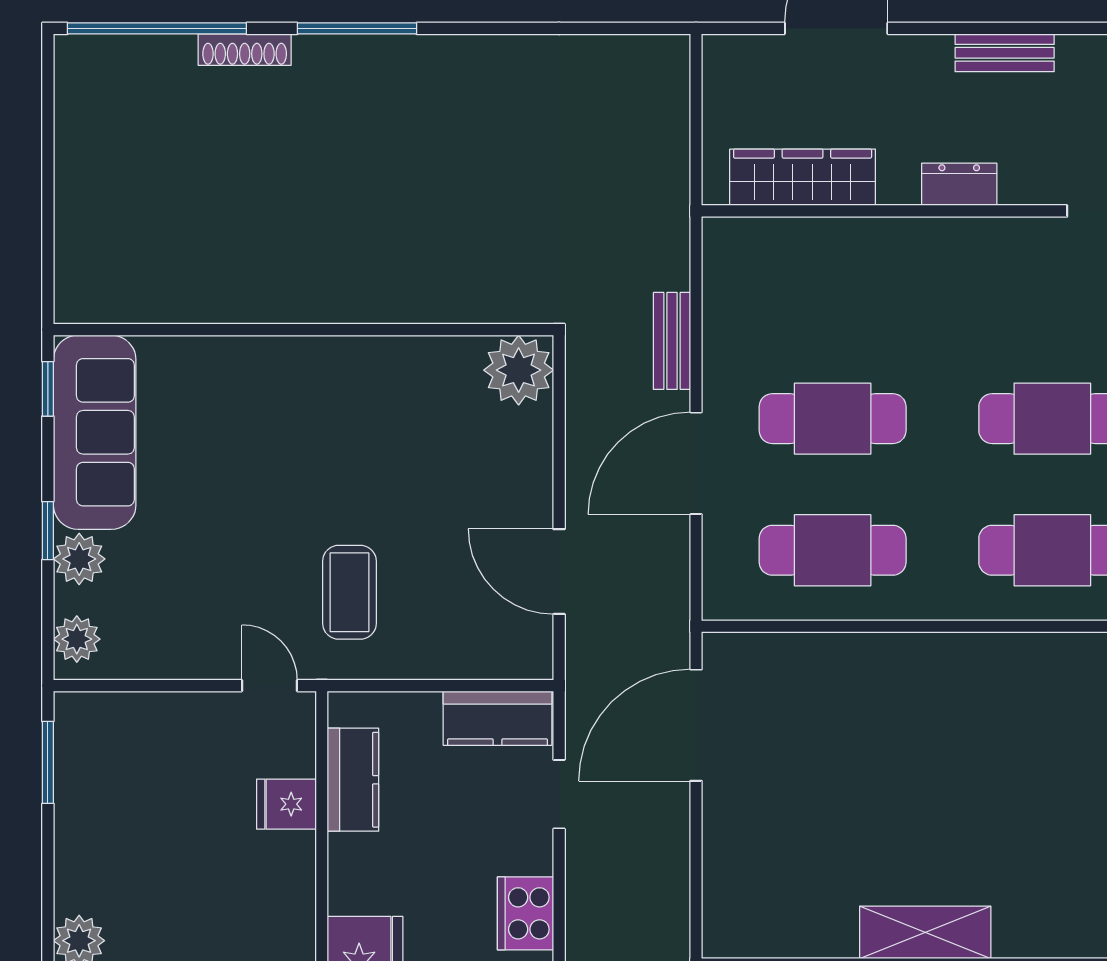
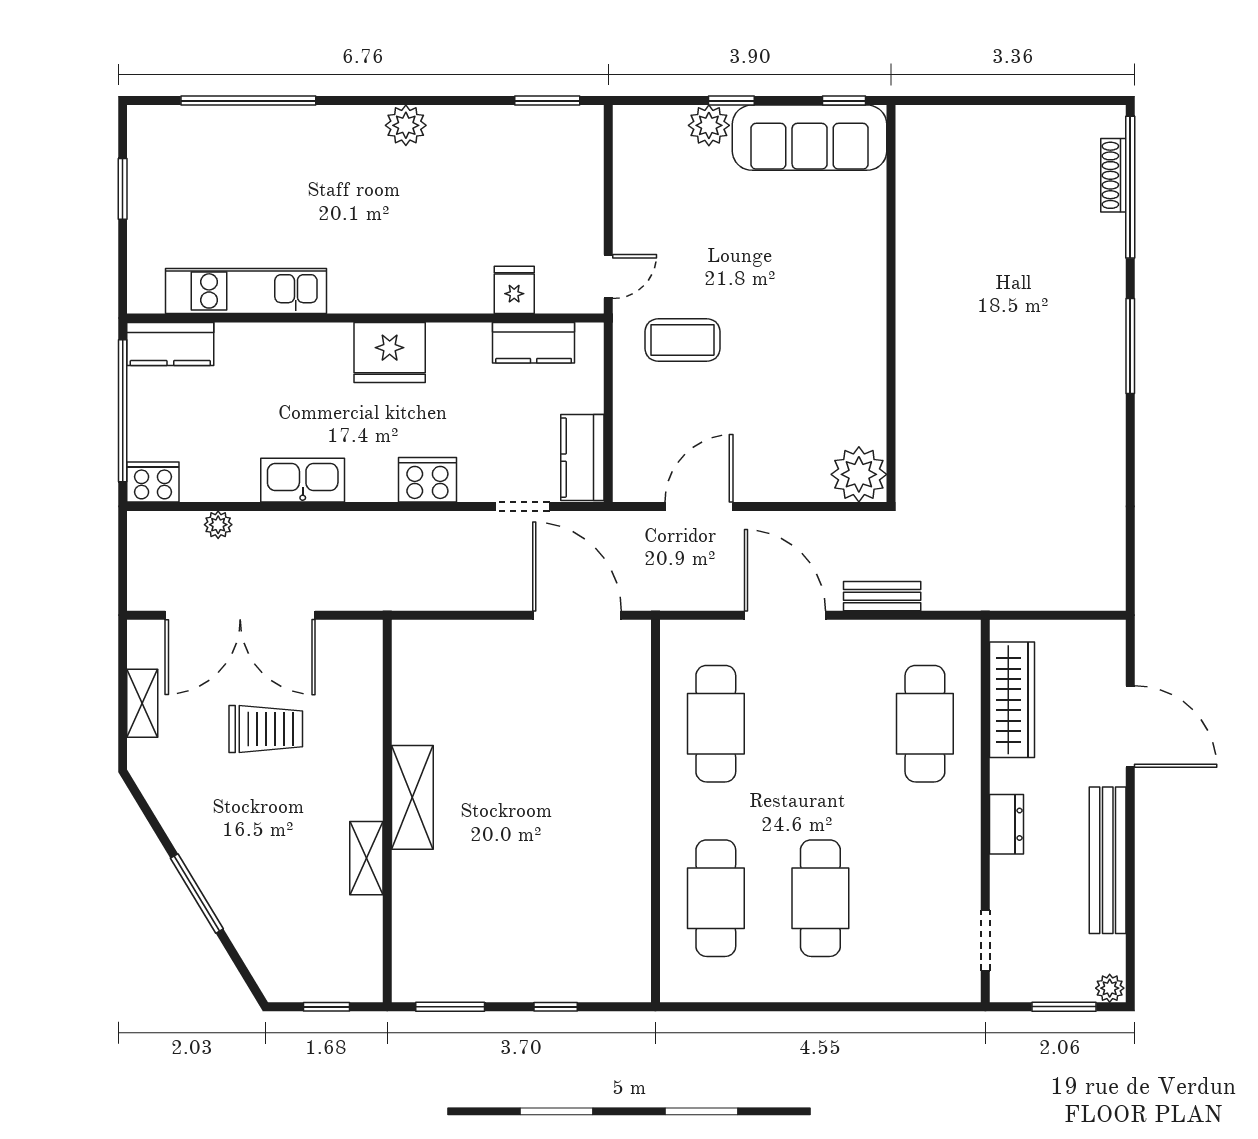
shoe rack: (245, 50) -> (1113, 175), moved
bench: (1005, 53) -> (1108, 860), width x1.86, depth x1.21
cafe table: (833, 419) -> (925, 724), moved
plant: (77, 639) -> (645, 123), removed

